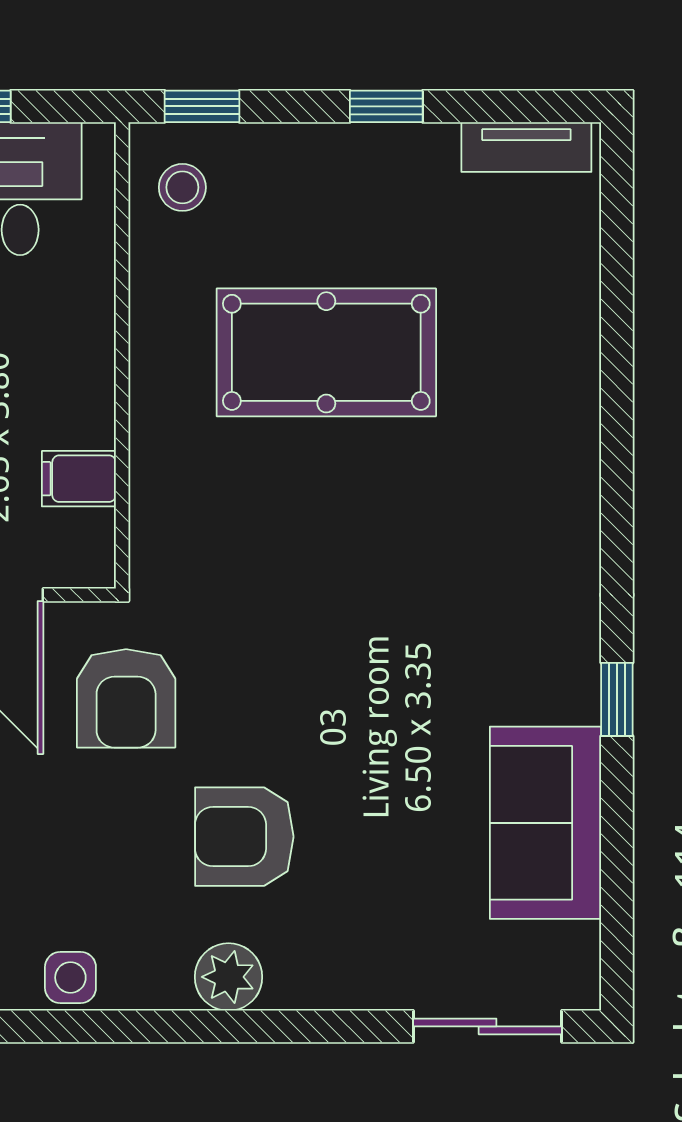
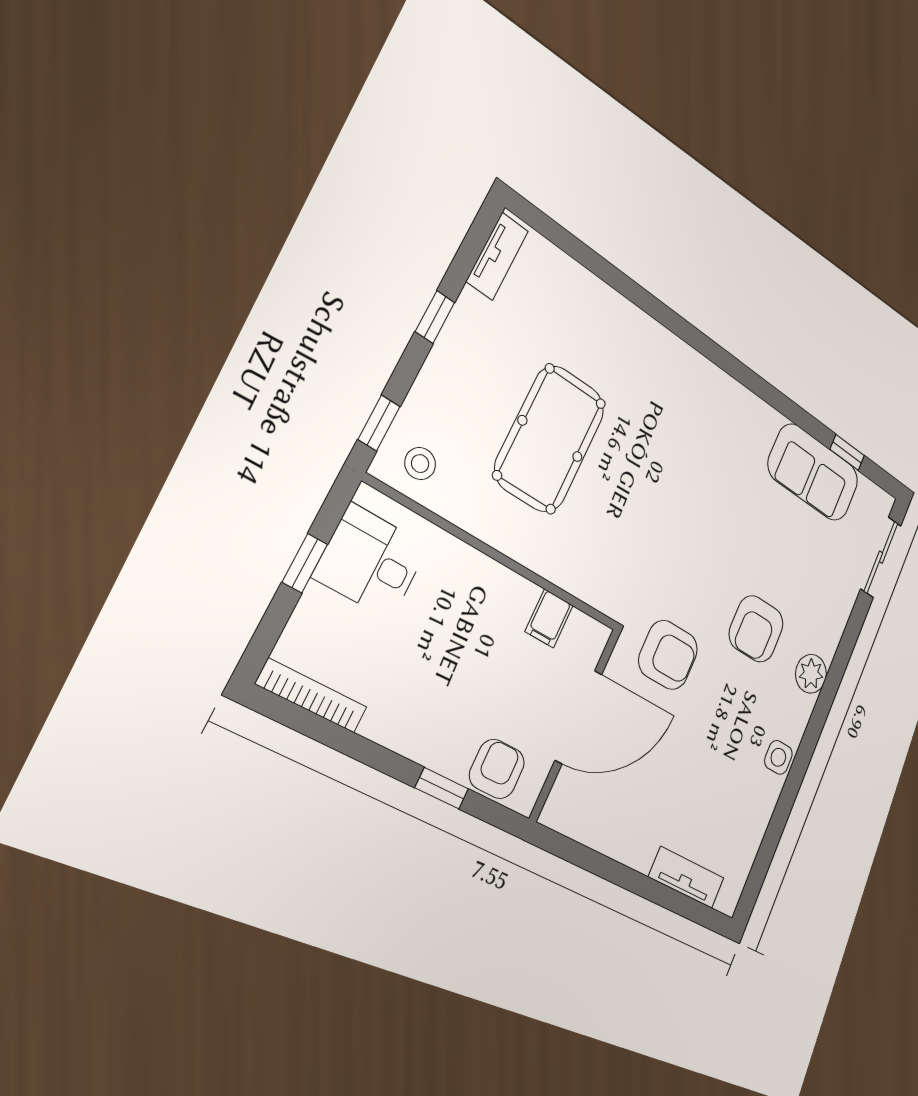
window: (617, 699) -> (847, 452), moved

